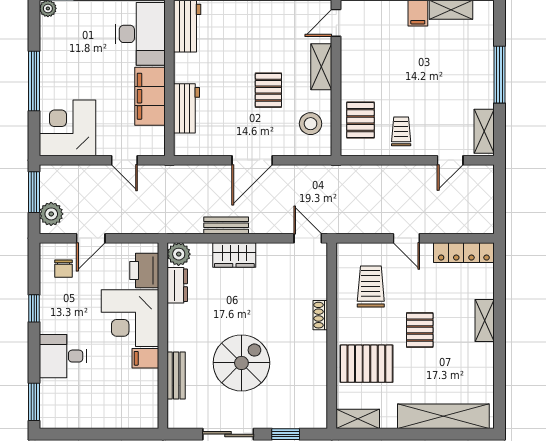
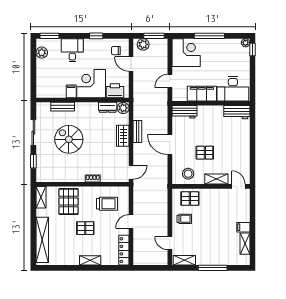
workbench: (187, 108) -> (184, 112), moved
spiral stairs: (241, 363) -> (69, 139), turned 180
plant: (68, 417) -> (42, 53), added

